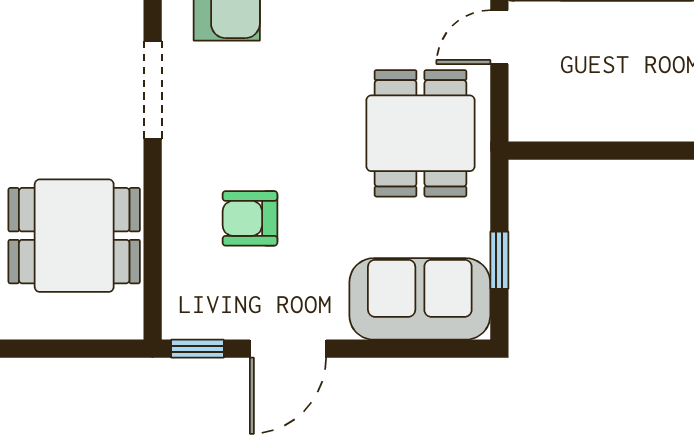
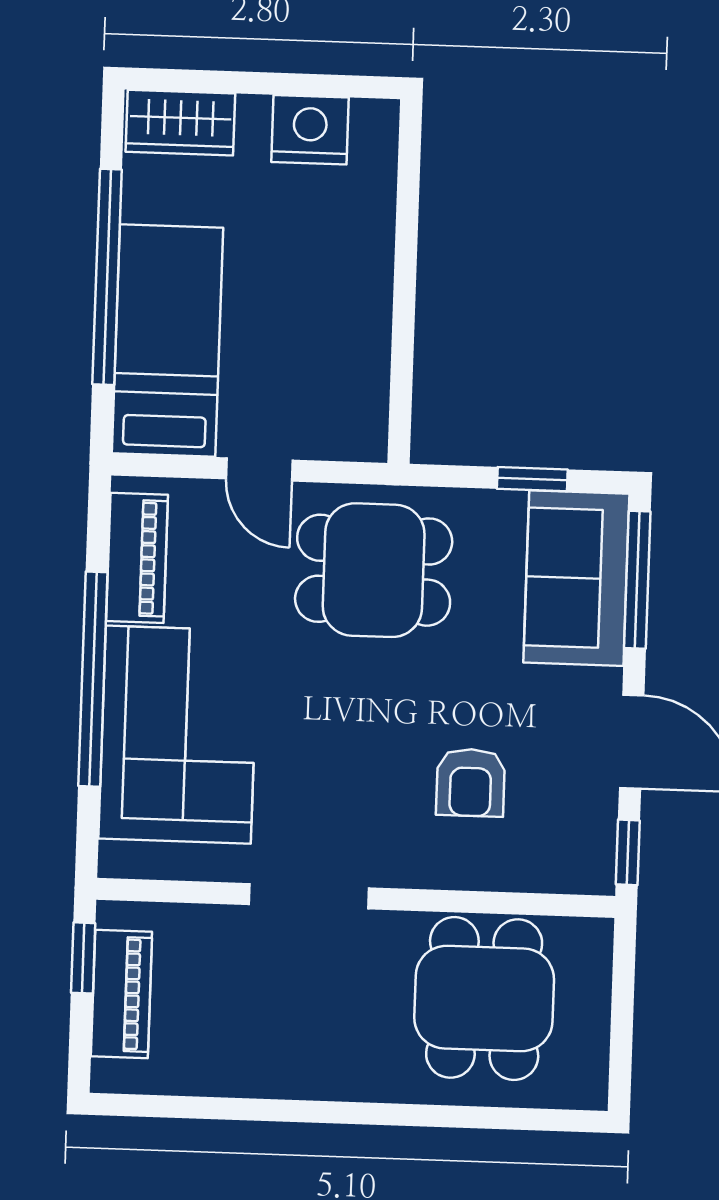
window: (420, 349) -> (637, 580), added

